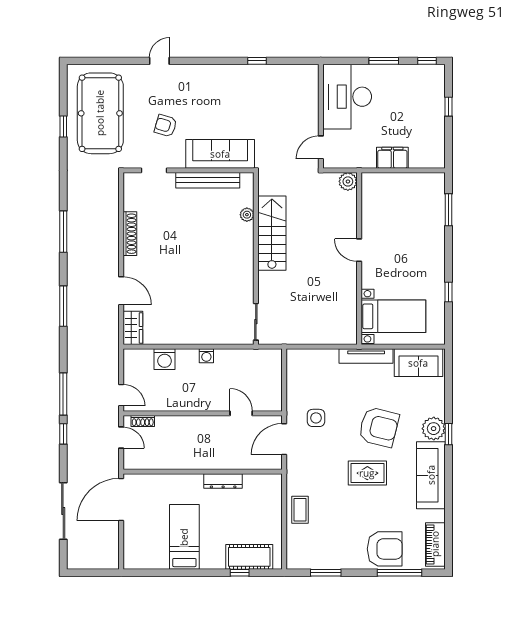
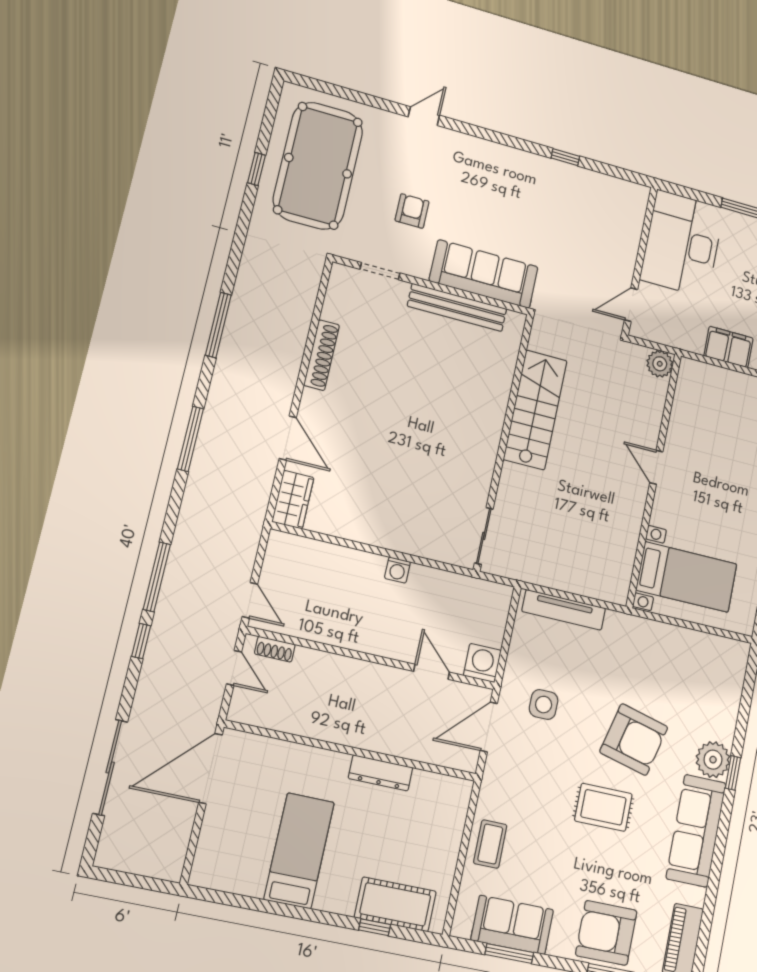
armchair: (166, 126) -> (412, 211), turned 74
plant: (247, 215) -> (504, 373), removed
tv unit: (366, 356) -> (564, 610), moved
washing machine: (165, 359) -> (482, 663), moved, turned 180
sofa: (418, 363) -> (512, 925), moved, turned 180
armchair: (385, 549) -> (606, 933), turned 180

